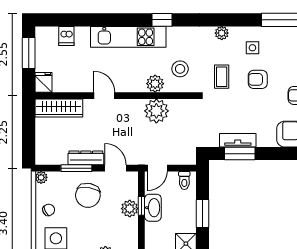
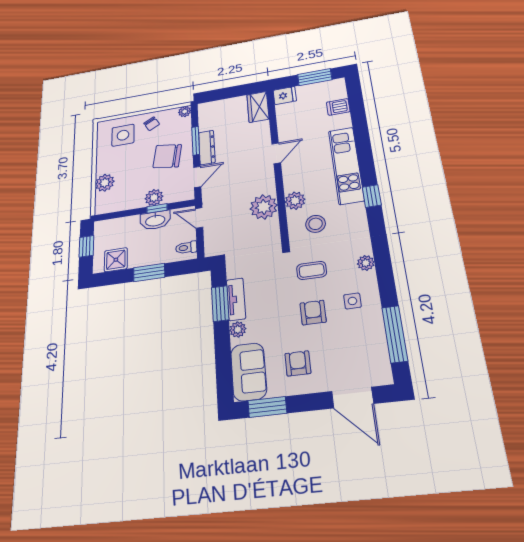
wardrobe: (59, 108) -> (258, 107), width x0.67
plant: (264, 140) -> (238, 329), added

